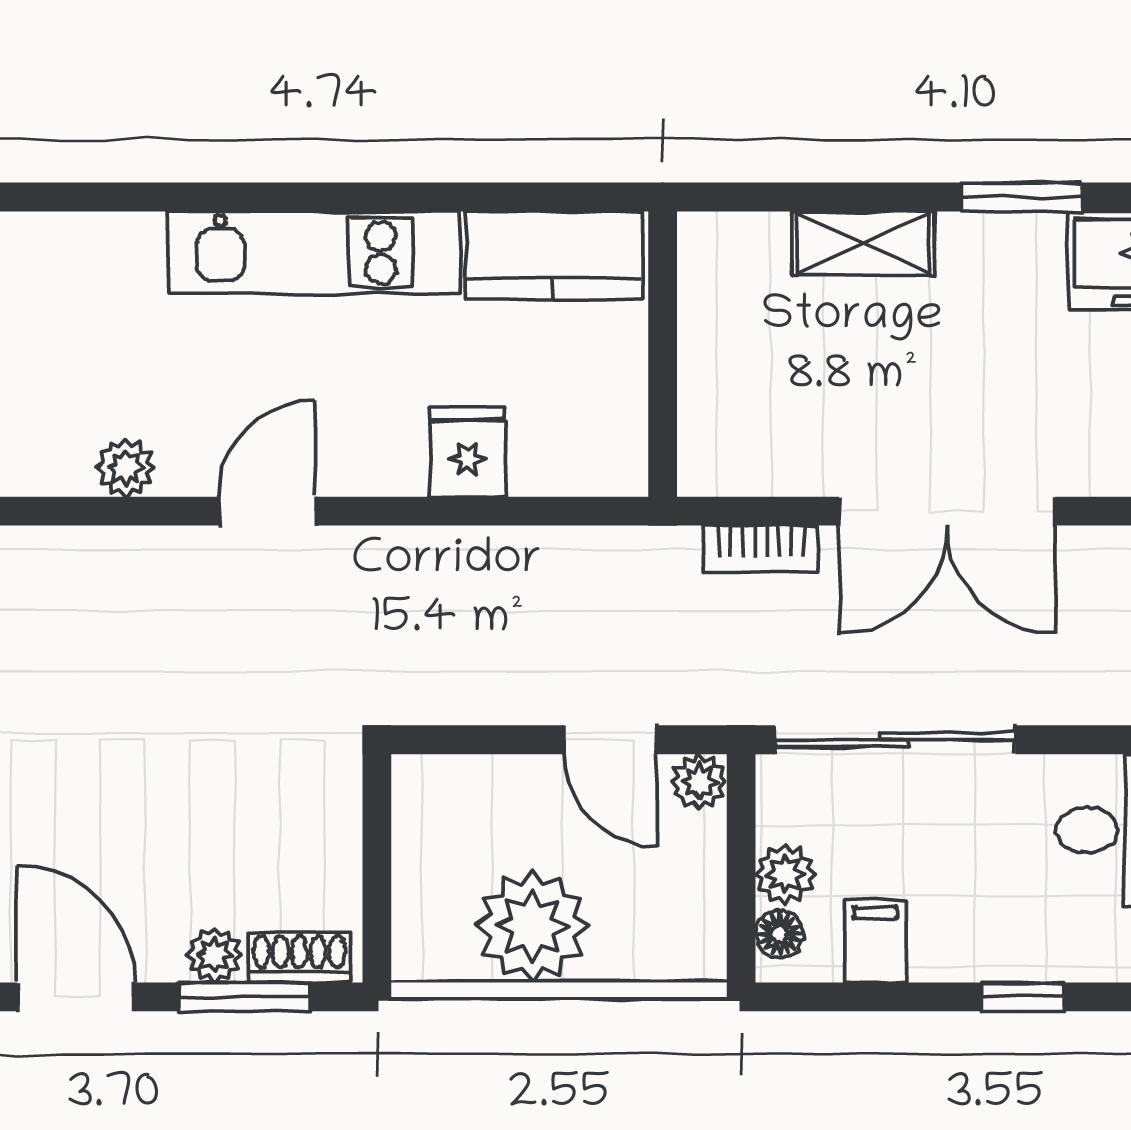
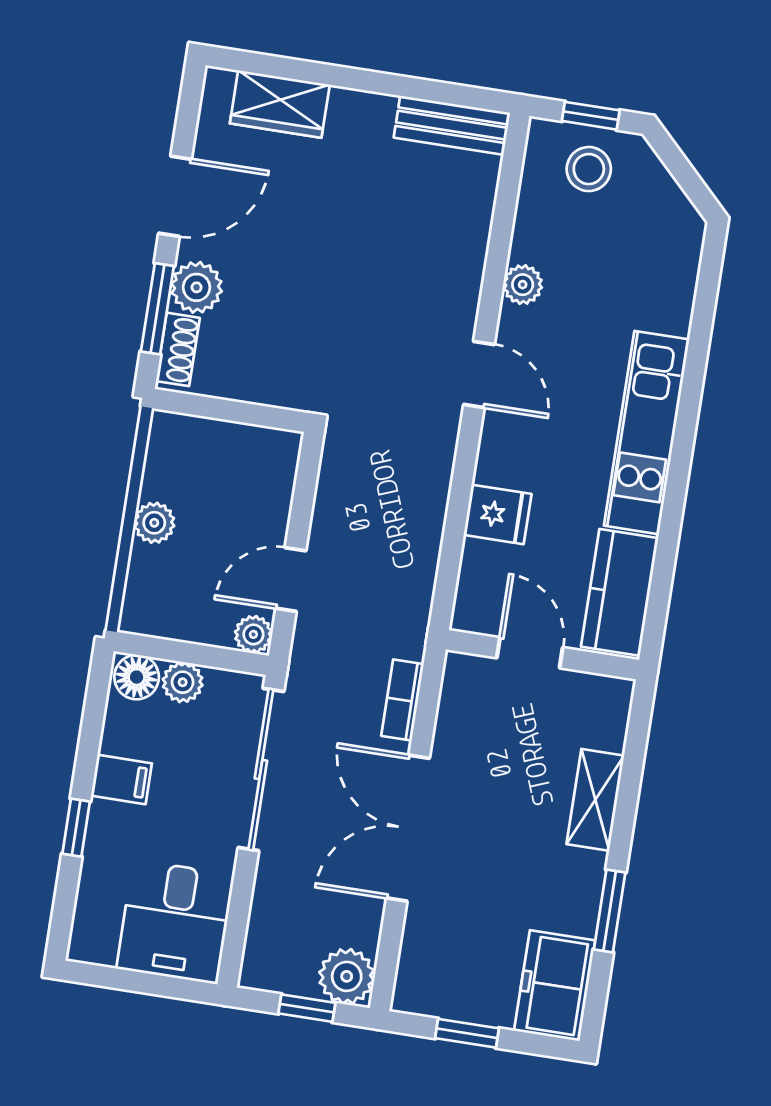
door: (663, 373) -> (530, 653), added
plant: (532, 926) -> (154, 523), width x0.53, depth x0.53
floor lamp: (779, 934) -> (137, 677), width x1.37, depth x1.37
filing cabinet: (875, 942) -> (121, 780), moved
plant: (215, 955) -> (197, 287), width x1.38, depth x1.38

